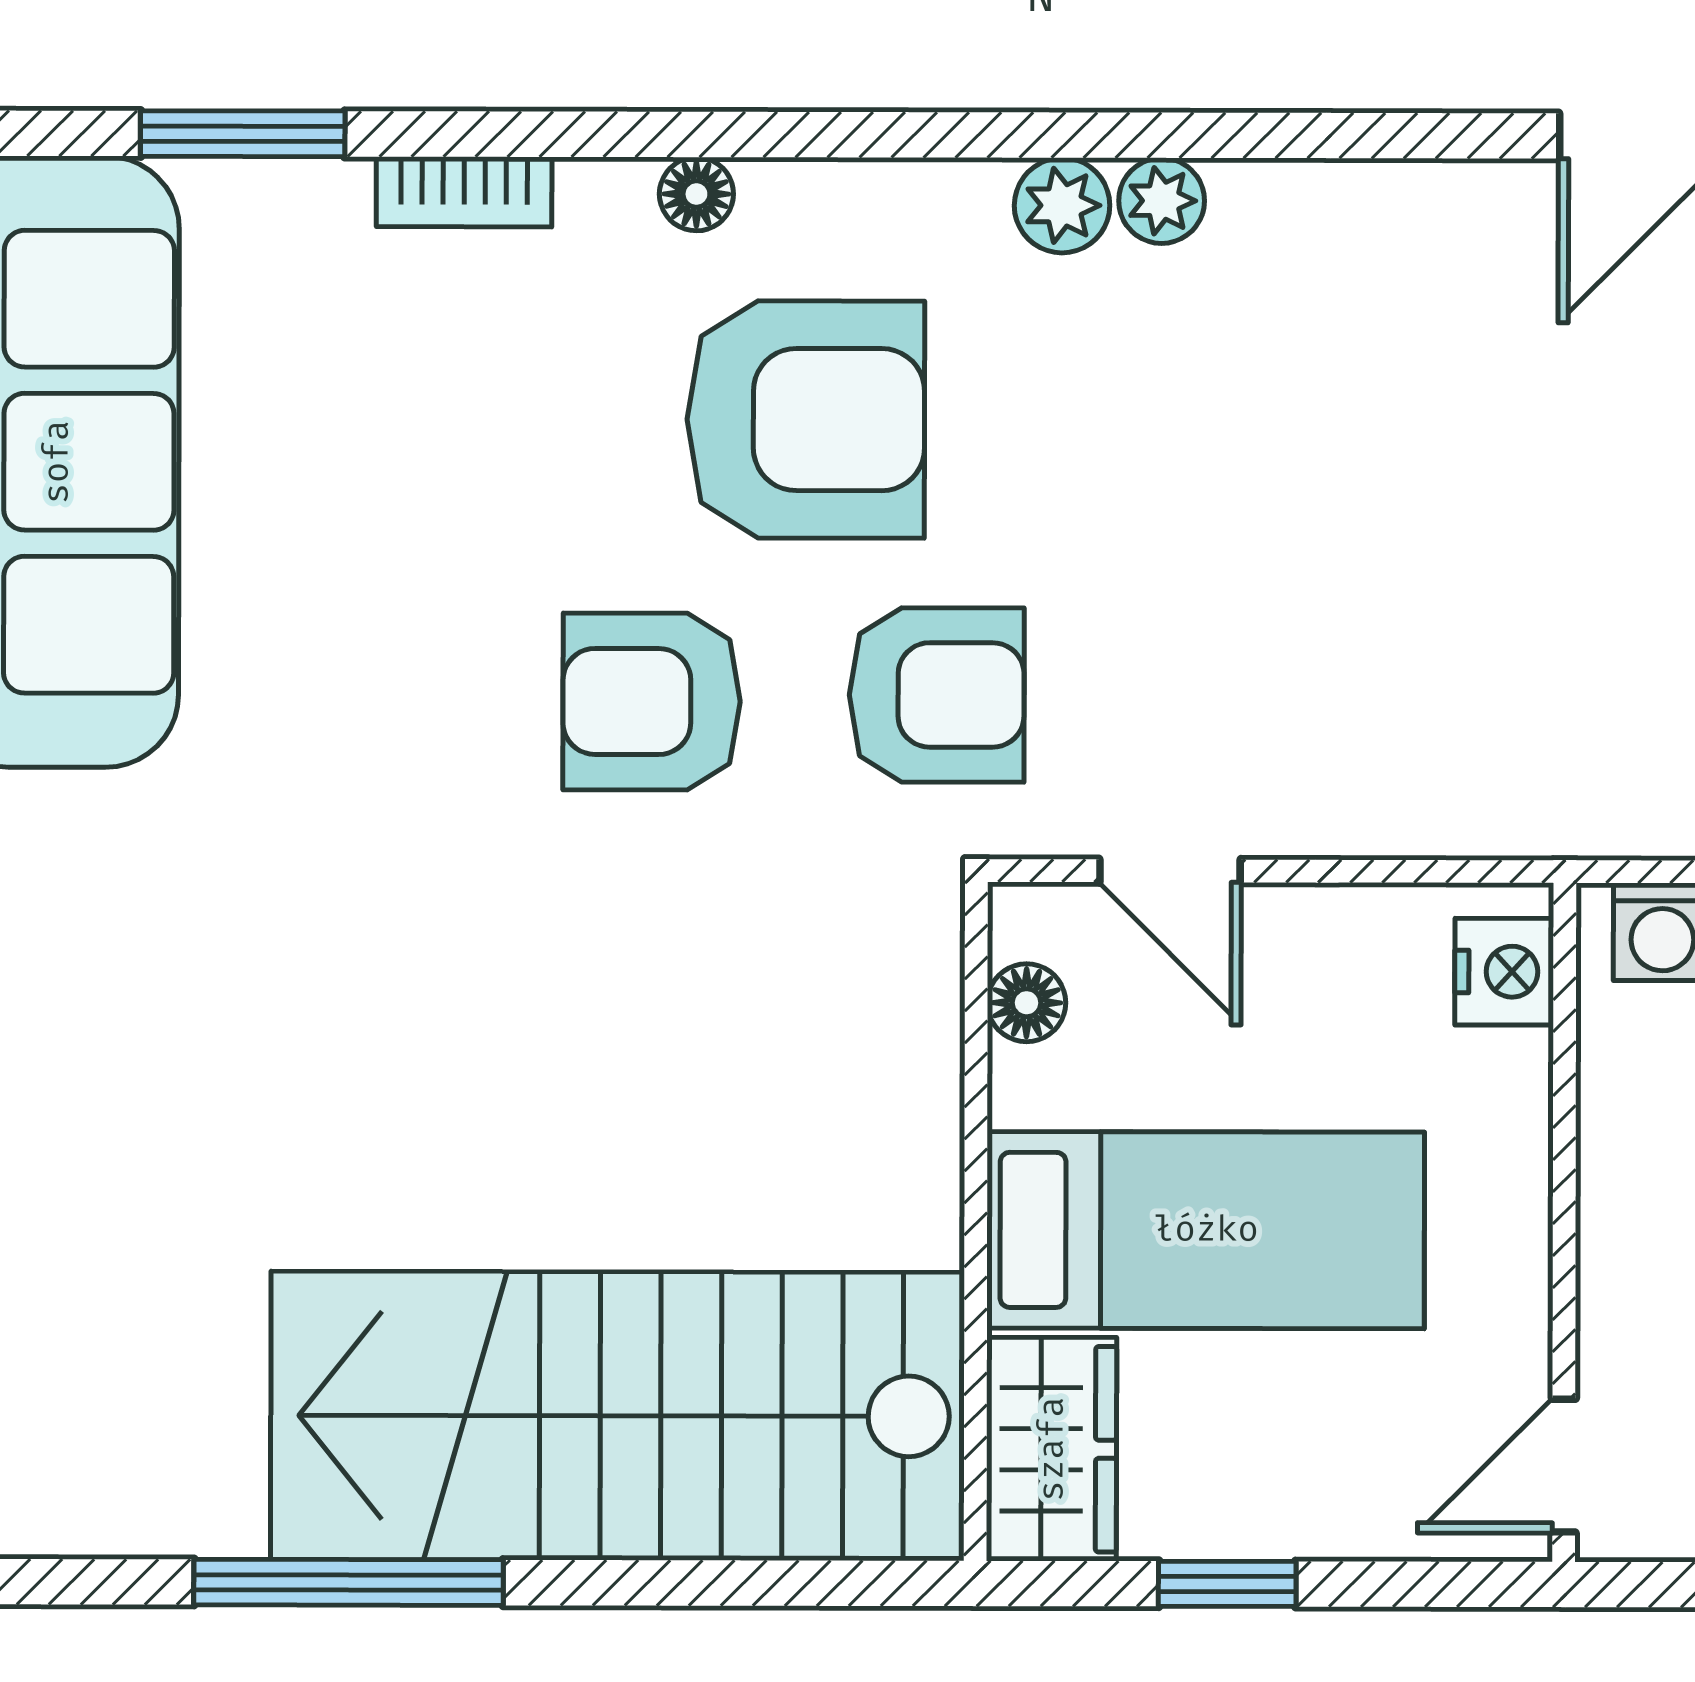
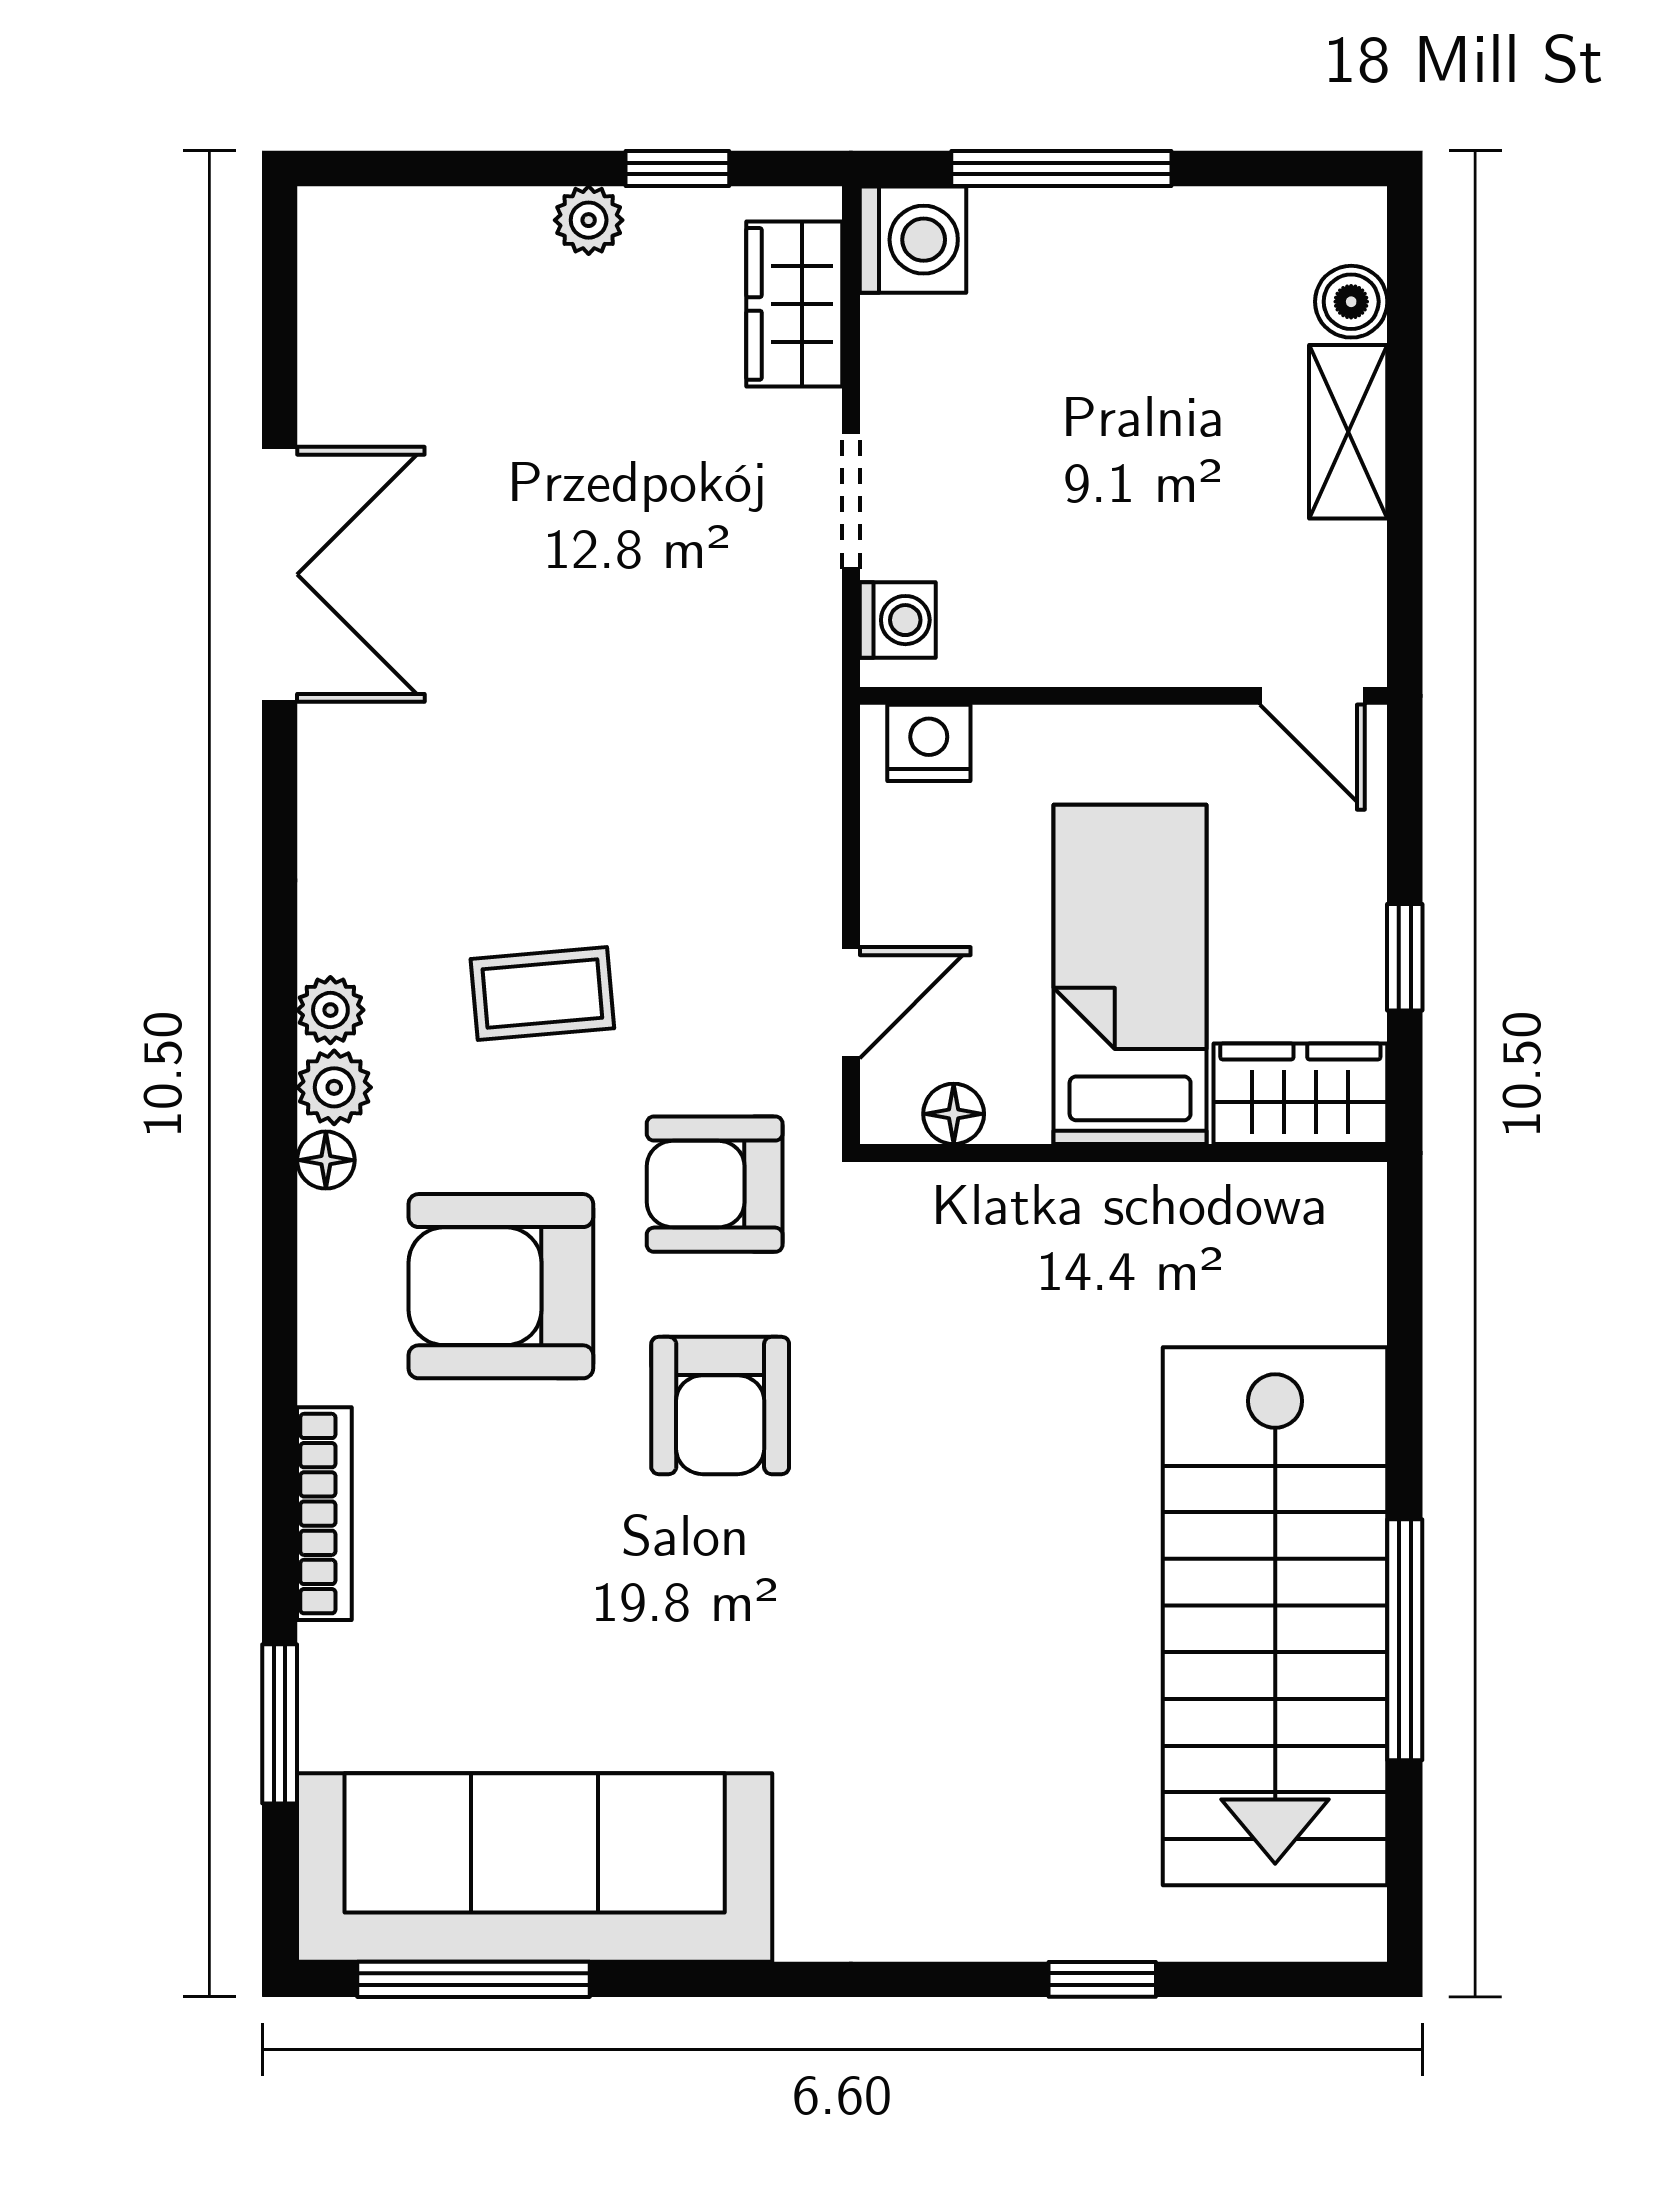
bookcase: (464, 192) -> (324, 1514), width x1.56
floor lamp: (696, 194) -> (326, 1160), moved
armchair: (806, 420) -> (501, 1286), turned -90
coffee table: (1182, 474) -> (542, 994), added
armchair: (937, 695) -> (715, 1184), turned -90
stairs: (618, 1416) -> (1275, 1616), moved

